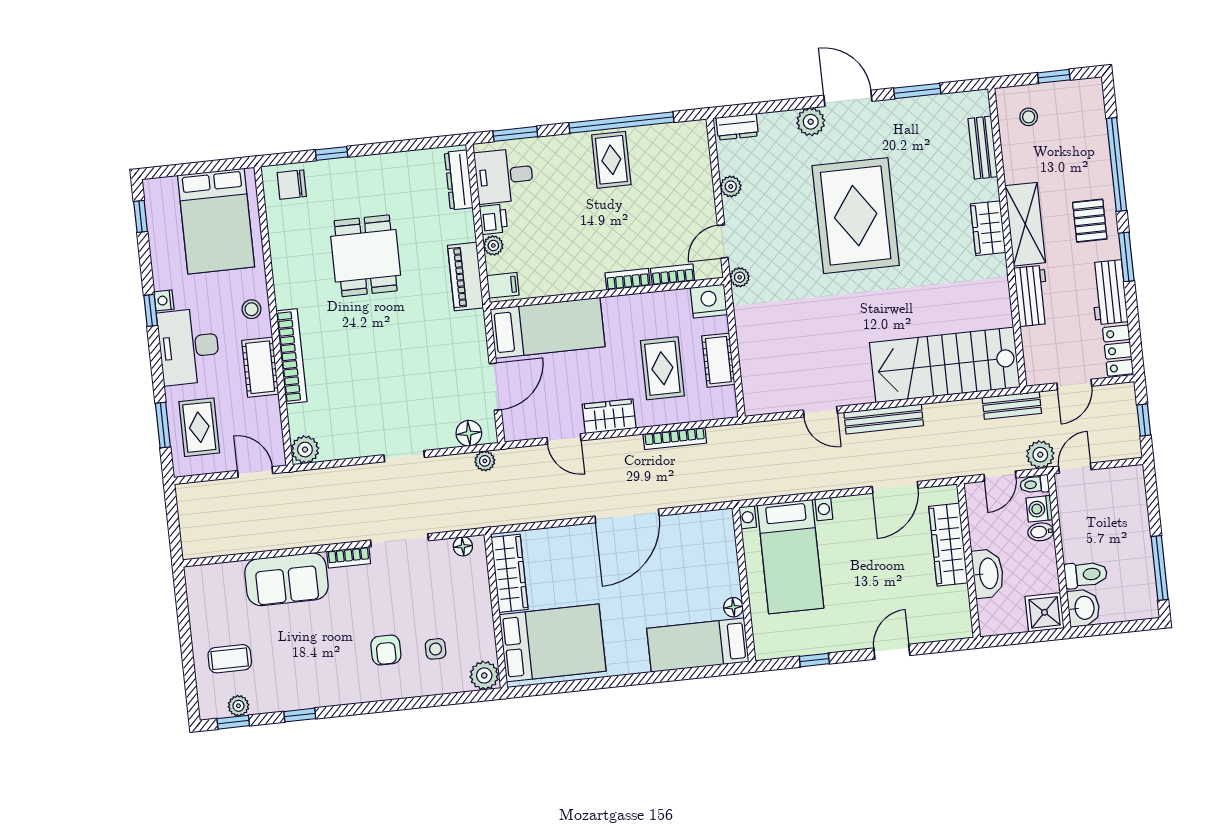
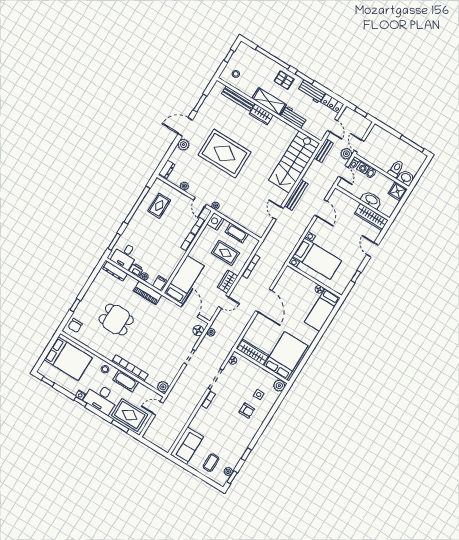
bench: (983, 148) -> (238, 98), width x1.36
rug: (611, 160) -> (159, 206), moved, turned 90
door: (820, 412) -> (278, 213), swing flipped
rug: (199, 427) -> (130, 415), width x1.36, depth x1.43
wardrobe: (948, 545) -> (371, 217), moved
sofa: (286, 579) -> (187, 446), moved

